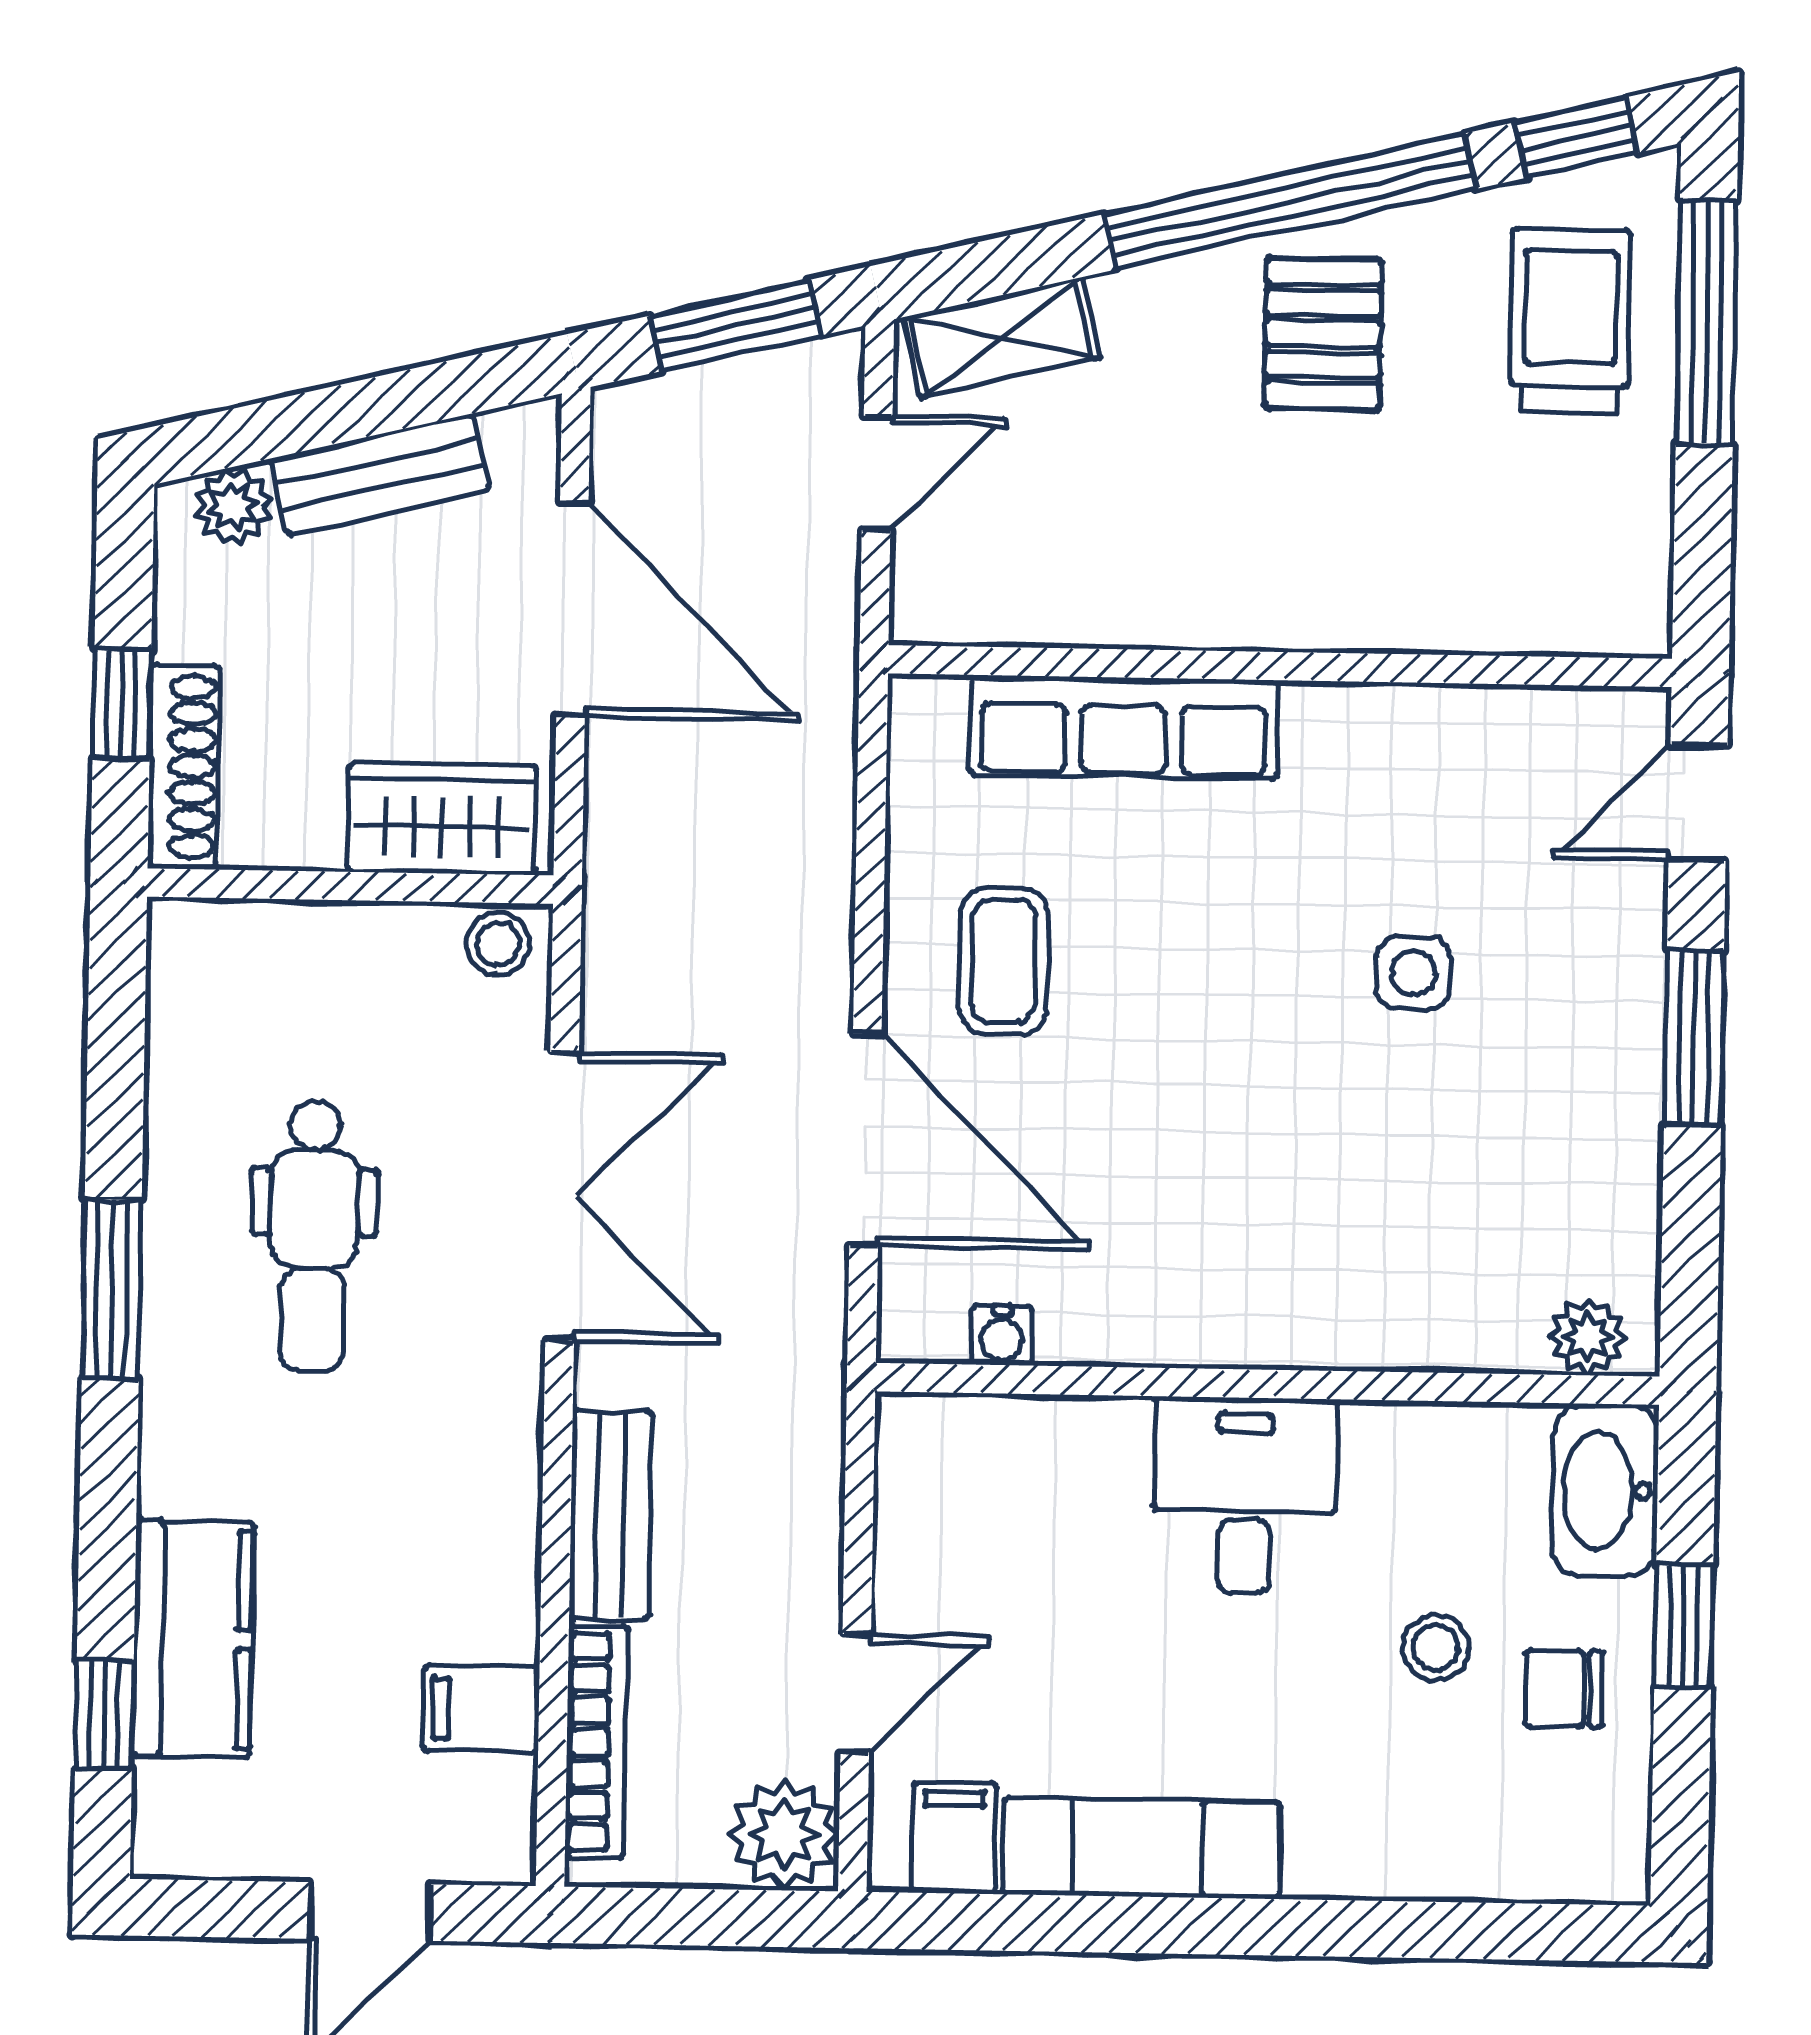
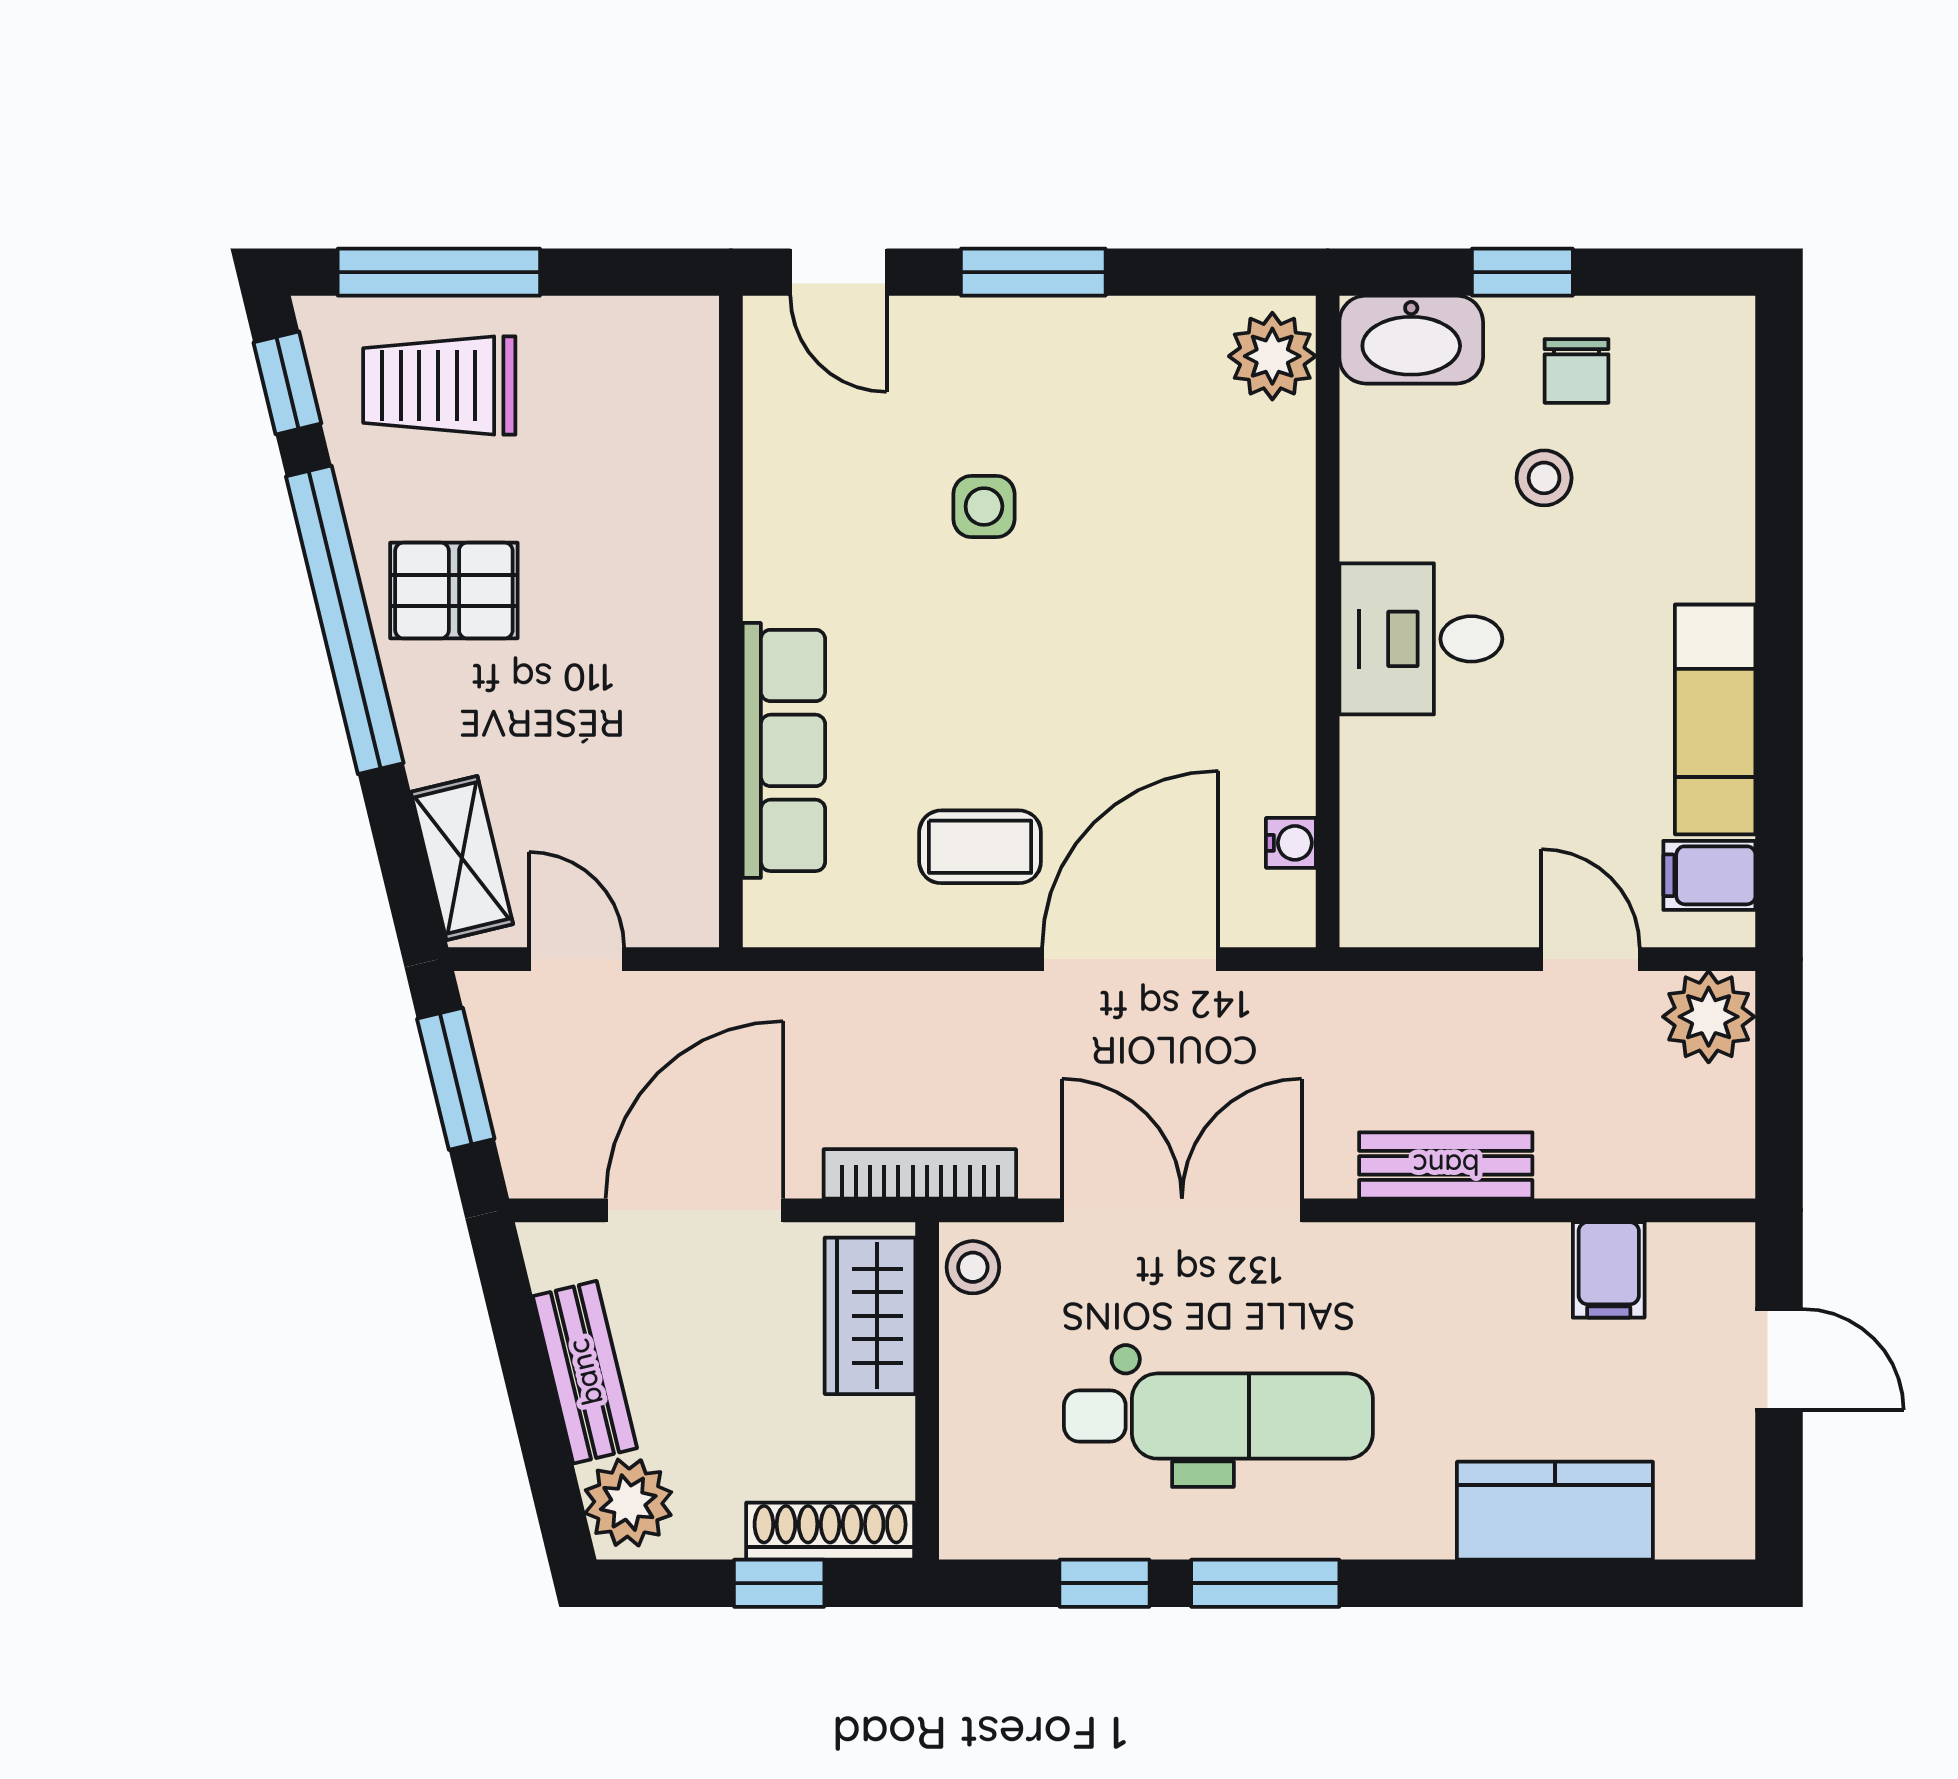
plant: (233, 507) -> (628, 1503), width x1.38, depth x1.38
dental chair: (314, 1236) -> (1218, 1416), width x1.36, depth x1.38
plant: (1588, 1337) -> (1272, 356), width x1.38, depth x1.38
window: (104, 1715) -> (1105, 1583), moved
bookcase: (596, 1742) -> (920, 1174), moved

